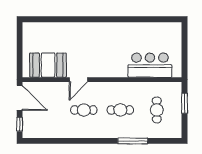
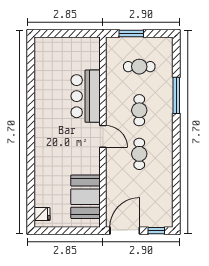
fridge: (33, 29) -> (42, 214), added
bar counter: (150, 65) -> (86, 96), moved
door: (78, 80) -> (103, 136), moved

